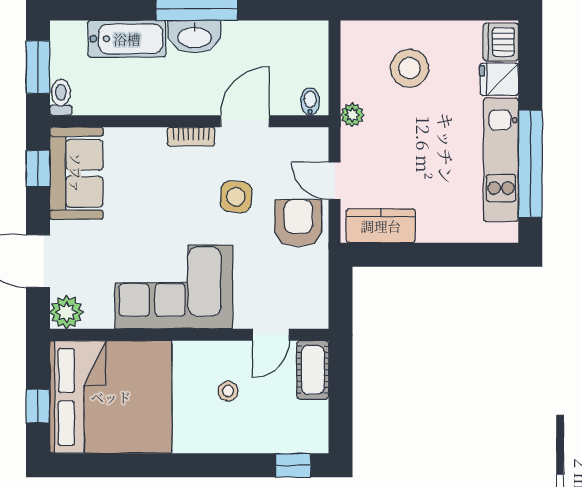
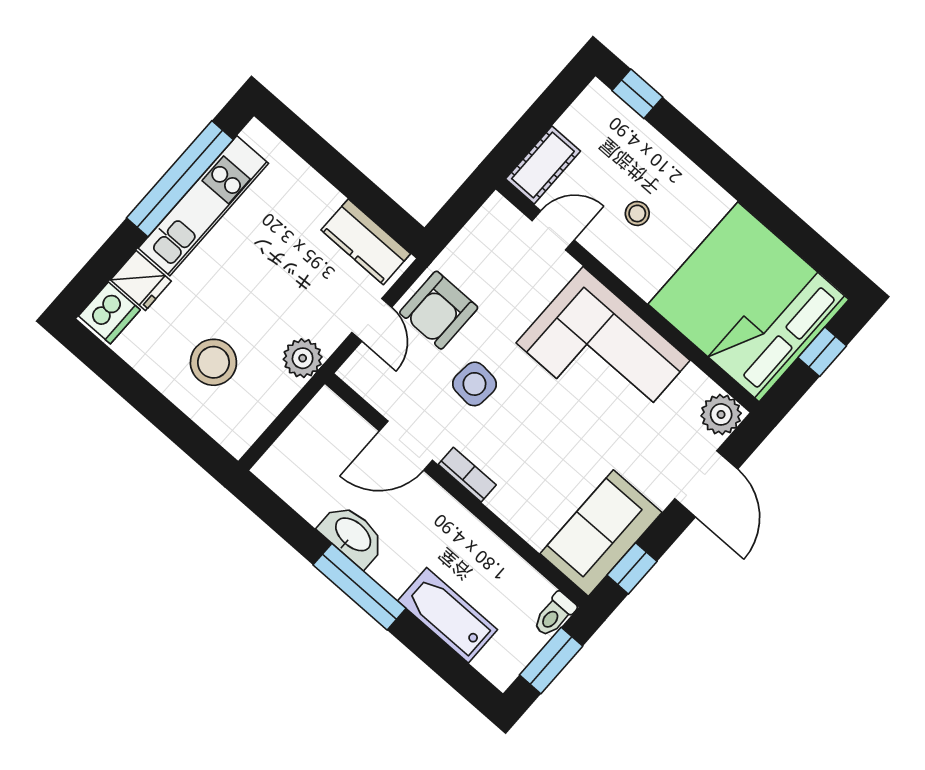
washbasin: (194, 37) -> (352, 535), moved
bidet: (310, 101) -> (331, 411), removed
plant: (352, 115) -> (303, 358), width x1.38, depth x1.38

